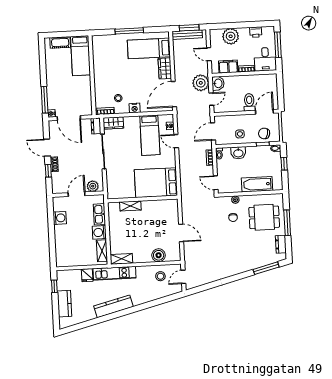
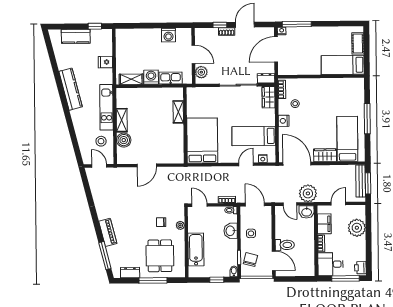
printer: (256, 32) -> (360, 268), moved
door: (216, 183) -> (199, 205), hinge flipped
shelving: (121, 259) -> (122, 120), moved
piano: (245, 266) -> (108, 232), added
kitchen unit: (114, 273) -> (106, 107), moved

